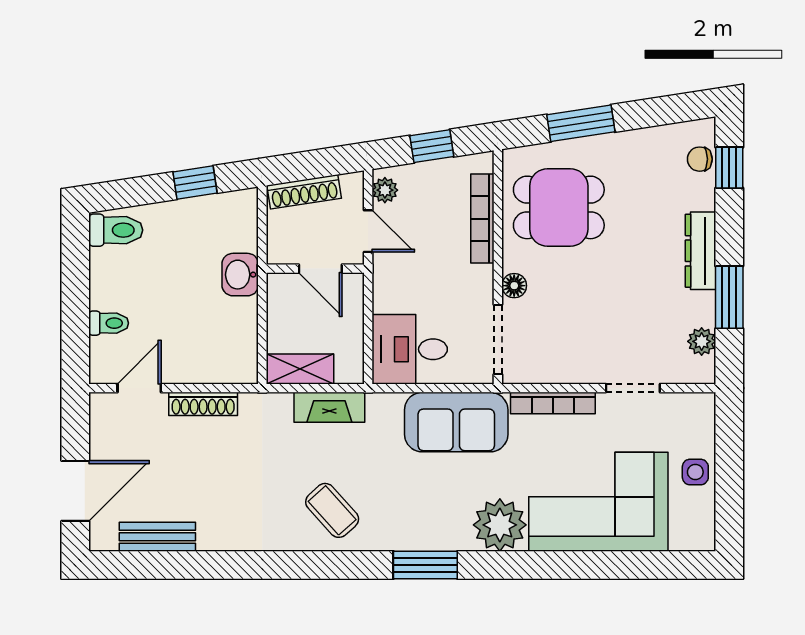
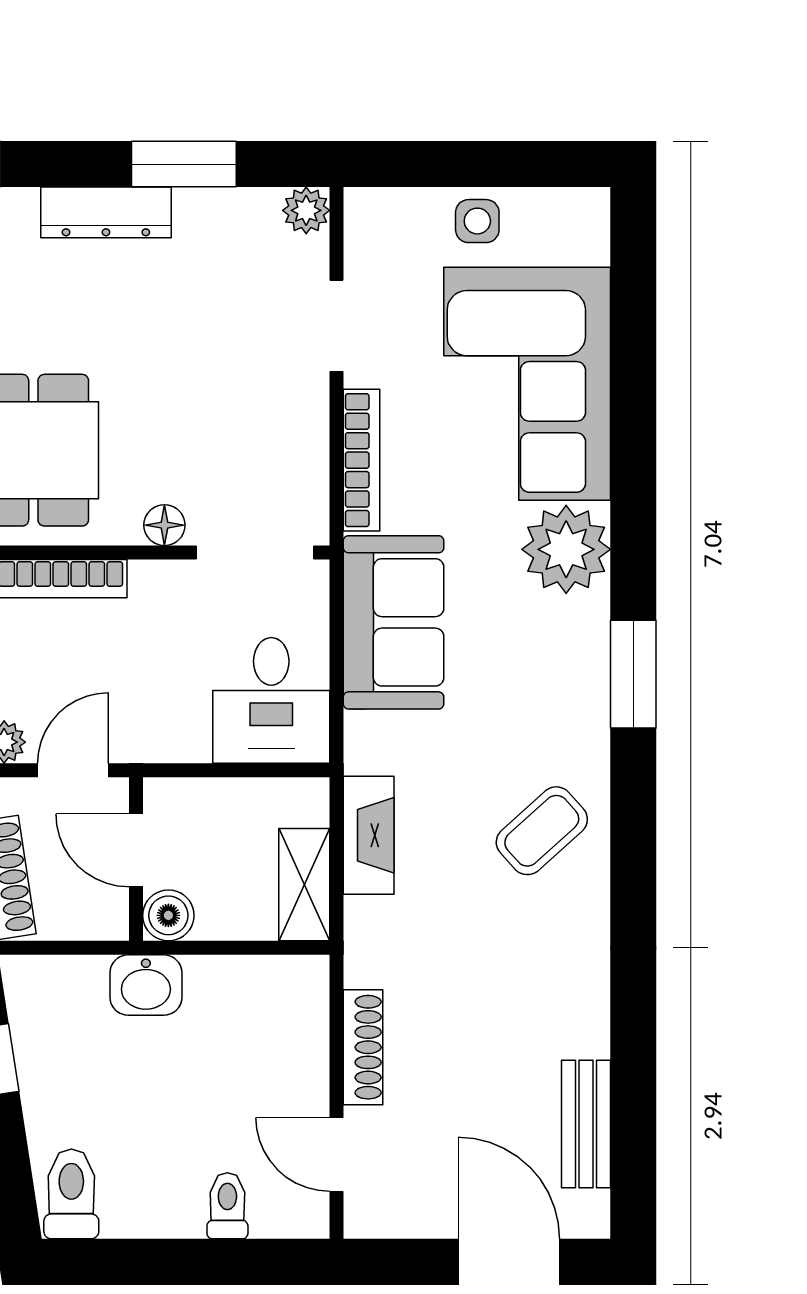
door: (320, 269) -> (136, 850), swing flipped
boiler: (282, 288) -> (168, 915), added
plant: (702, 341) -> (306, 210), moved

